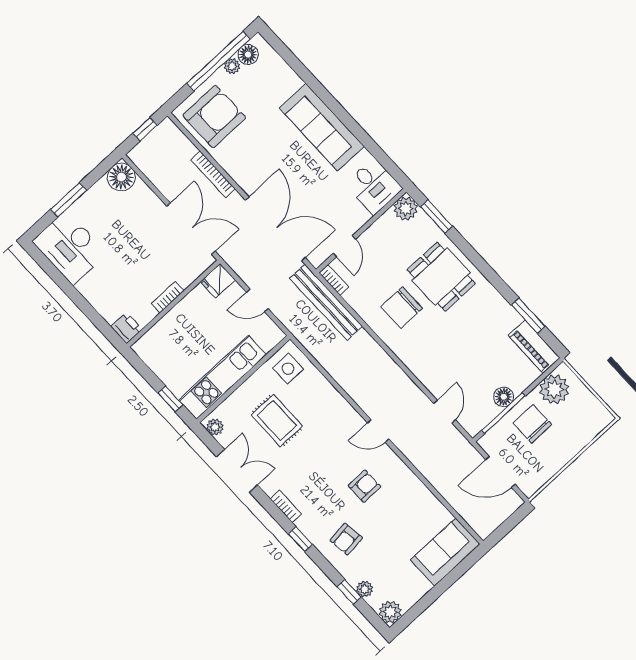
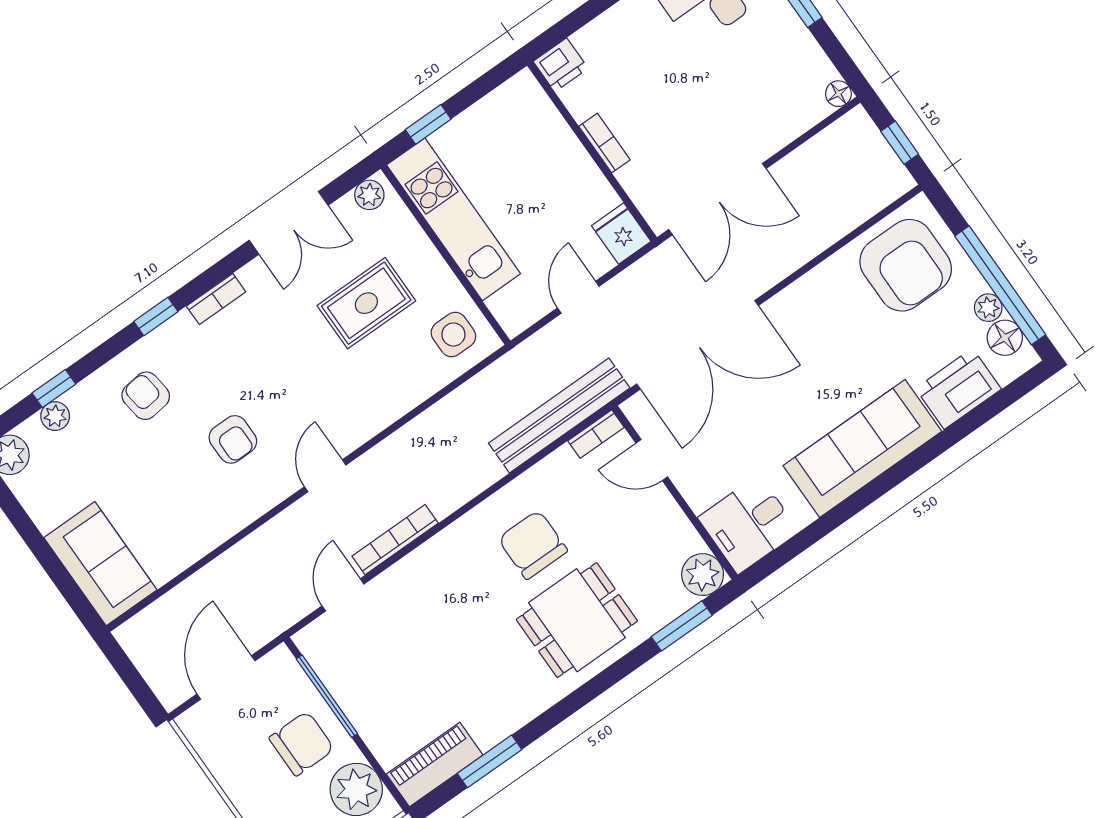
printer: (281, 77) -> (958, 389), added
bookcase: (213, 174) -> (395, 540), moved
floor lamp: (121, 177) -> (838, 94), width x0.53, depth x0.53
floor lamp: (504, 397) -> (355, 700), removed
door: (445, 412) -> (343, 595), swing flipped

